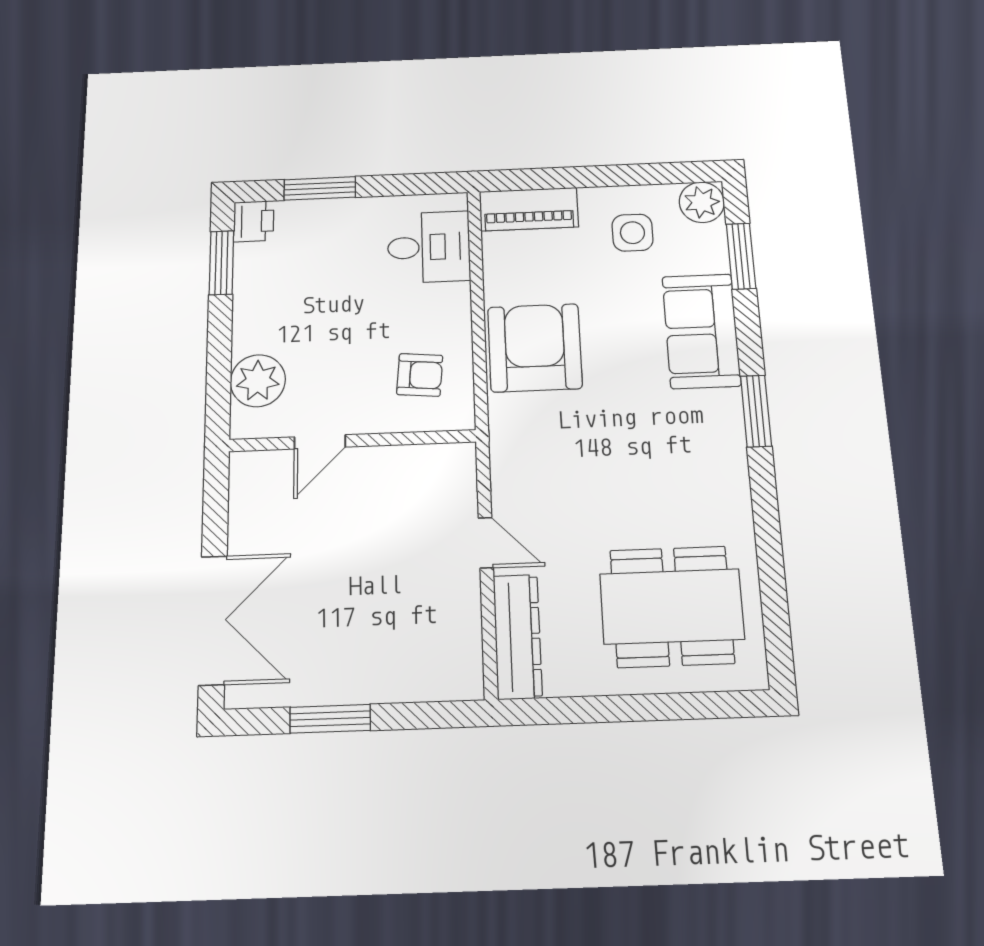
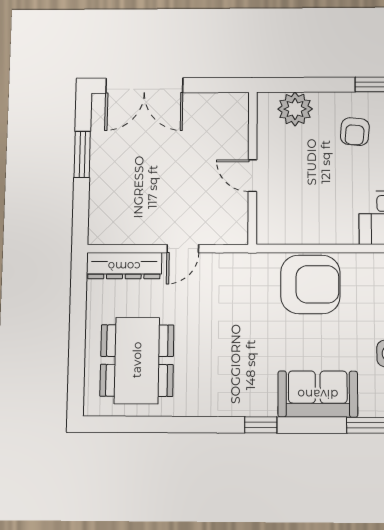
armchair: (420, 375) -> (355, 132), moved
window: (756, 411) -> (261, 425), width x0.67
door: (320, 442) -> (253, 176), moved

